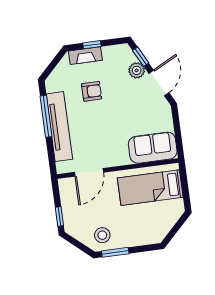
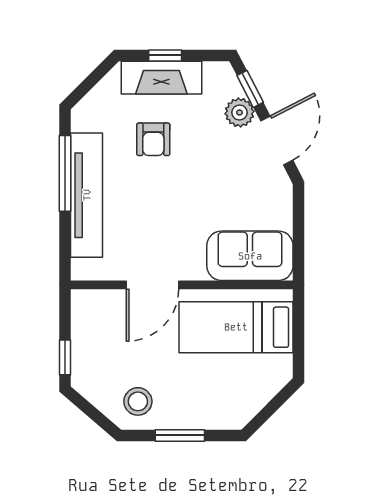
fireplace: (85, 56) -> (161, 78), width x1.37, depth x1.32
armchair: (92, 91) -> (153, 139), turned 90
door: (89, 172) -> (152, 285), moved
window: (115, 252) -> (180, 435), moved

